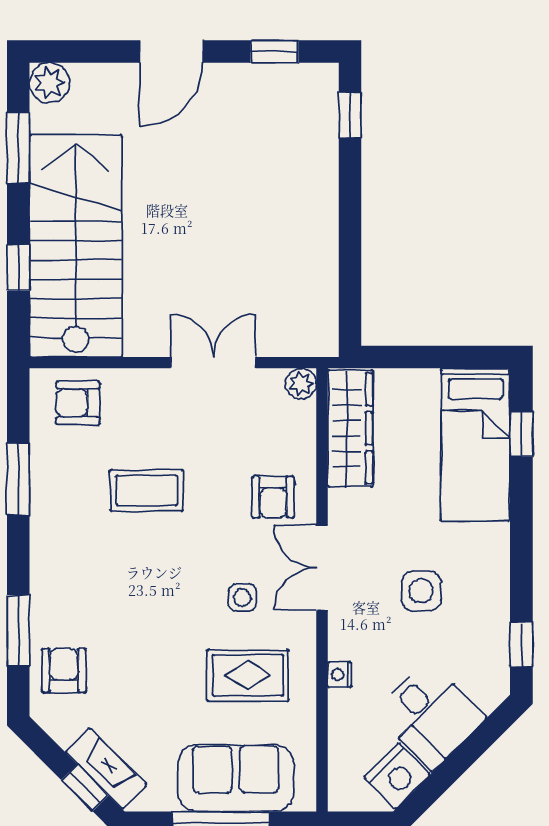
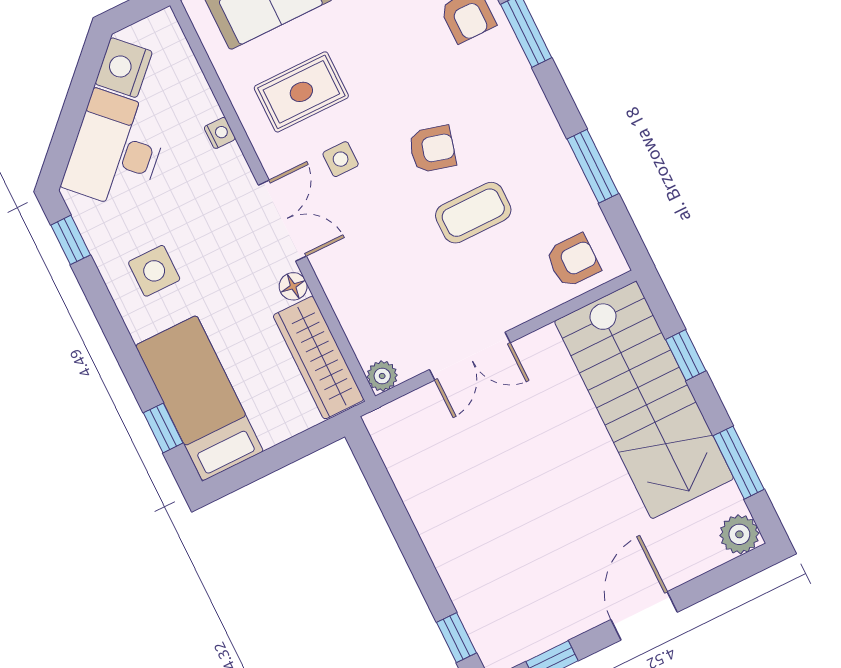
armchair: (273, 497) -> (432, 149), moved, turned 105
floor lamp: (341, 504) -> (293, 286), added
side table: (421, 591) -> (154, 271), moved
desk: (430, 715) -> (116, 150), width x1.37

